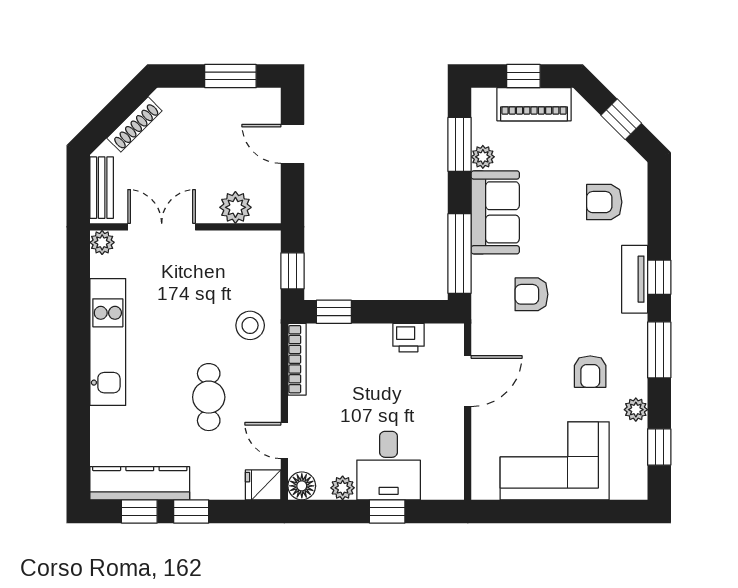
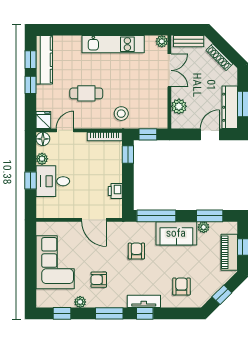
dresser: (237, 103) -> (230, 107), added

